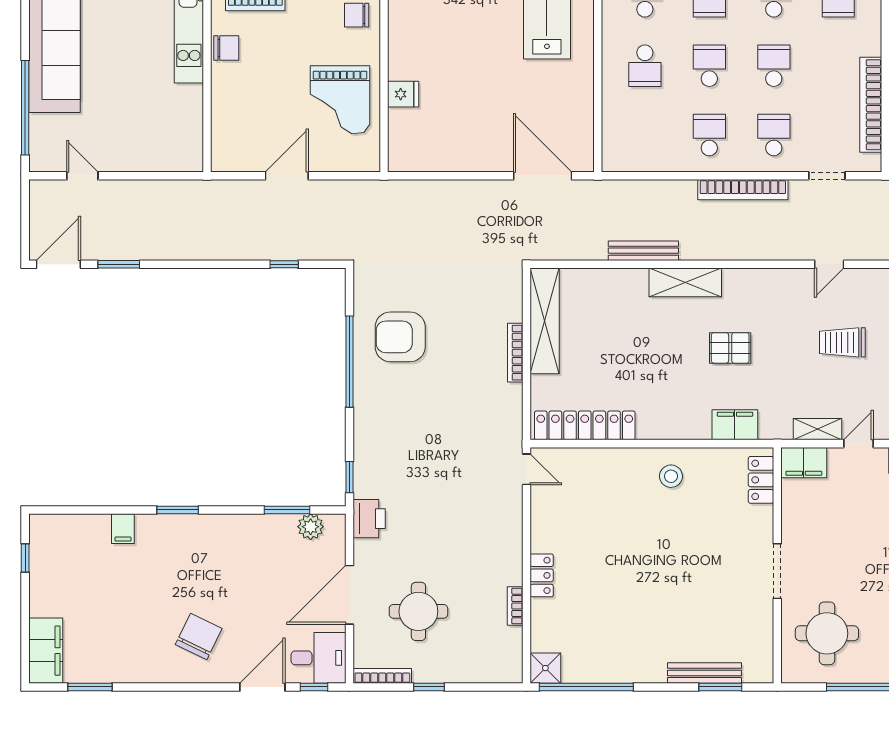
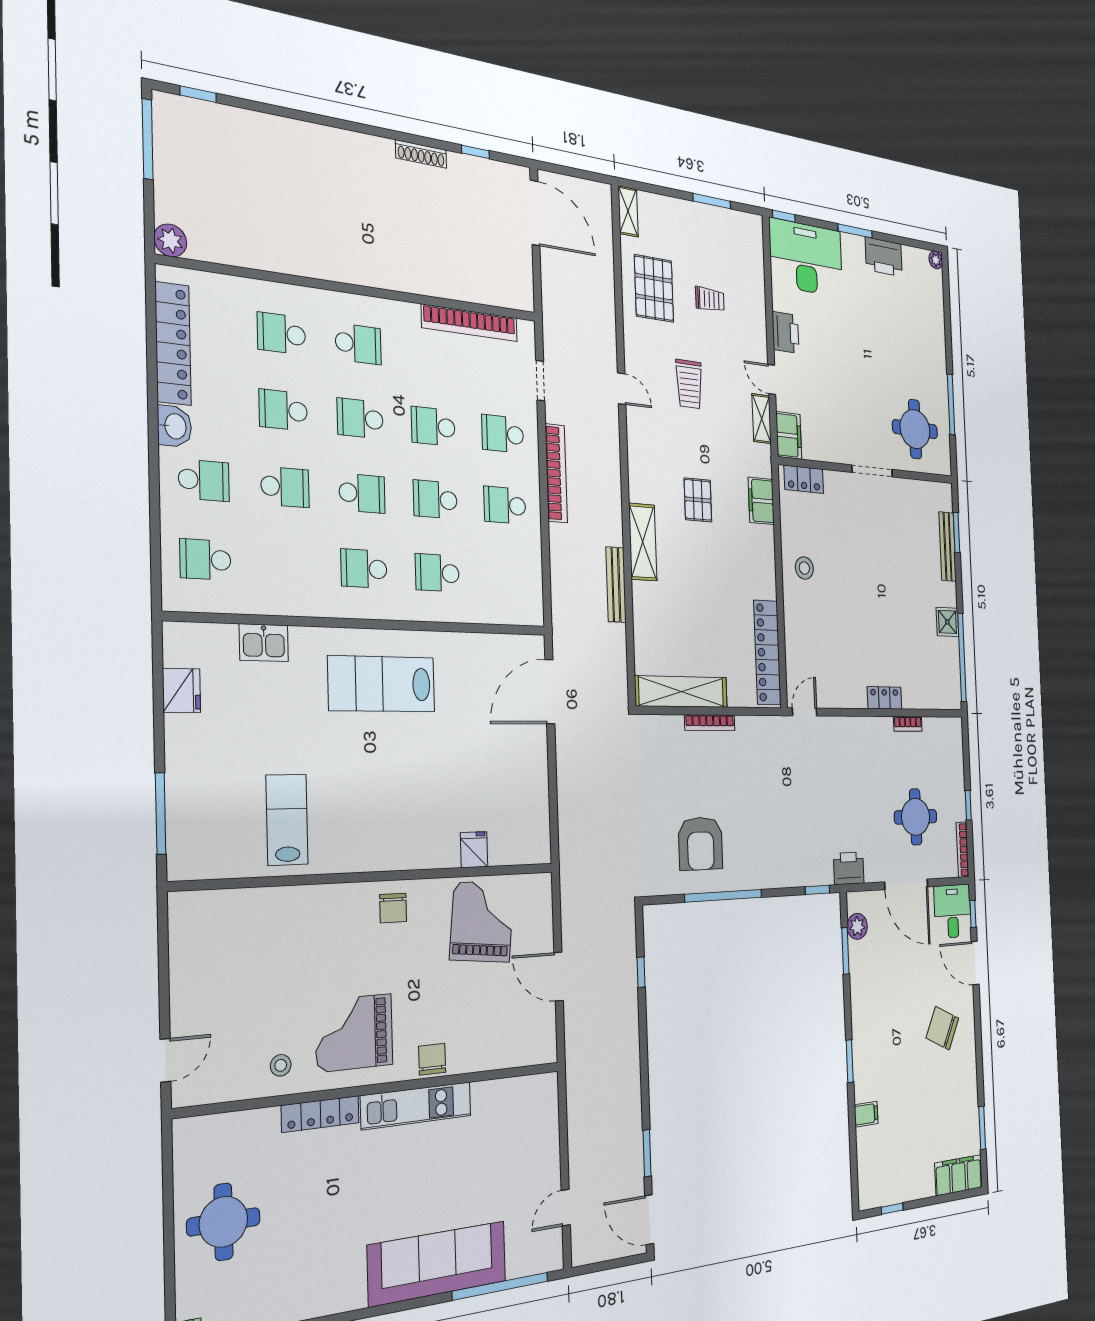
school desk: (645, 66) -> (437, 573), turned 180
grand piano: (340, 100) -> (482, 922), turned -84
shower: (545, 668) -> (947, 622), moved

